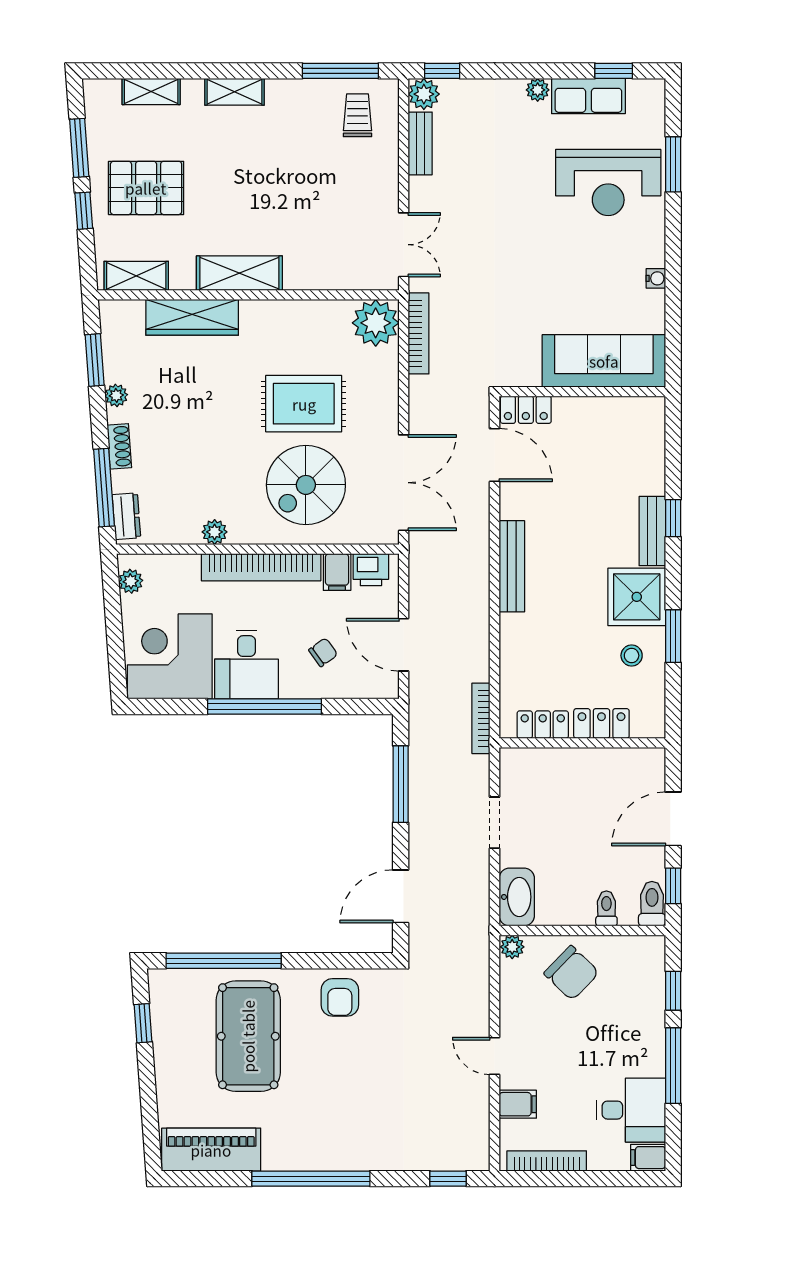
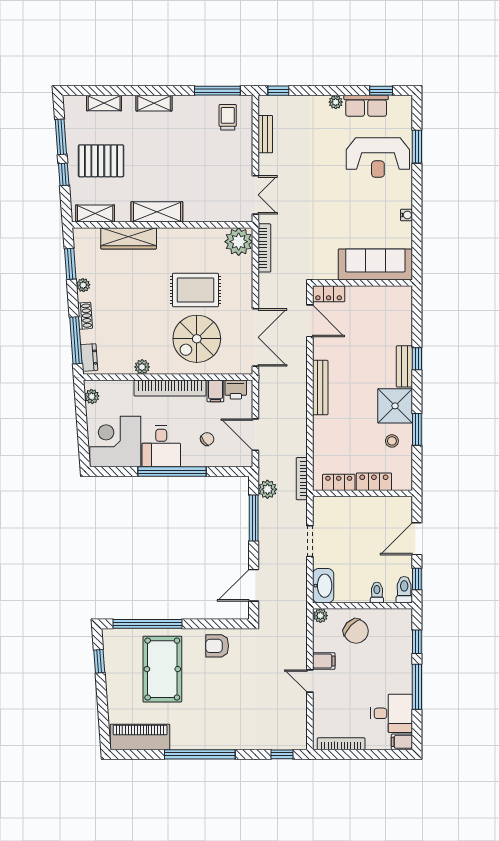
plant: (424, 94) -> (267, 489), moved
armchair: (340, 997) -> (217, 646), turned 90
filing cabinet: (518, 1104) -> (324, 661), moved

